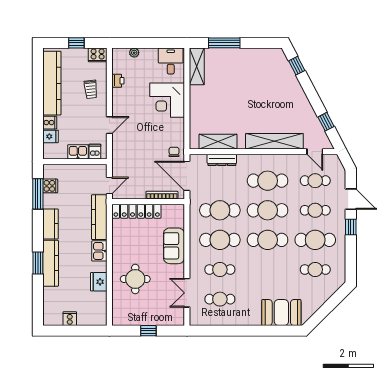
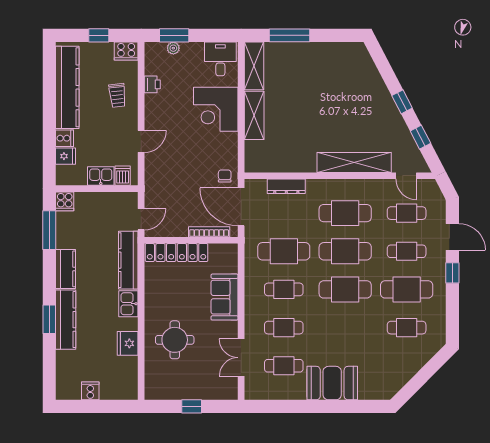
window: (135, 43) -> (174, 35), added
window: (297, 66) -> (402, 102), moved
shelving: (218, 142) -> (254, 115), moved, turned 90
cooker: (50, 186) -> (65, 201), moved, turned 90
cafe table: (220, 240) -> (284, 289), width x0.73, depth x0.74
booth: (281, 313) -> (332, 383), moved

